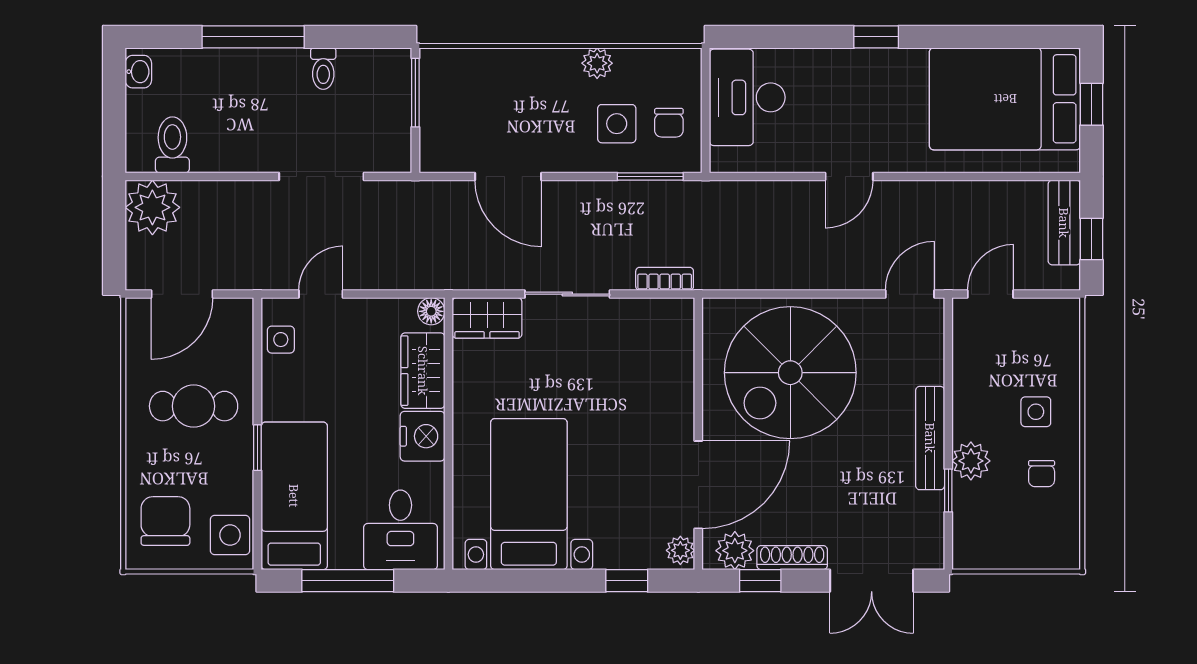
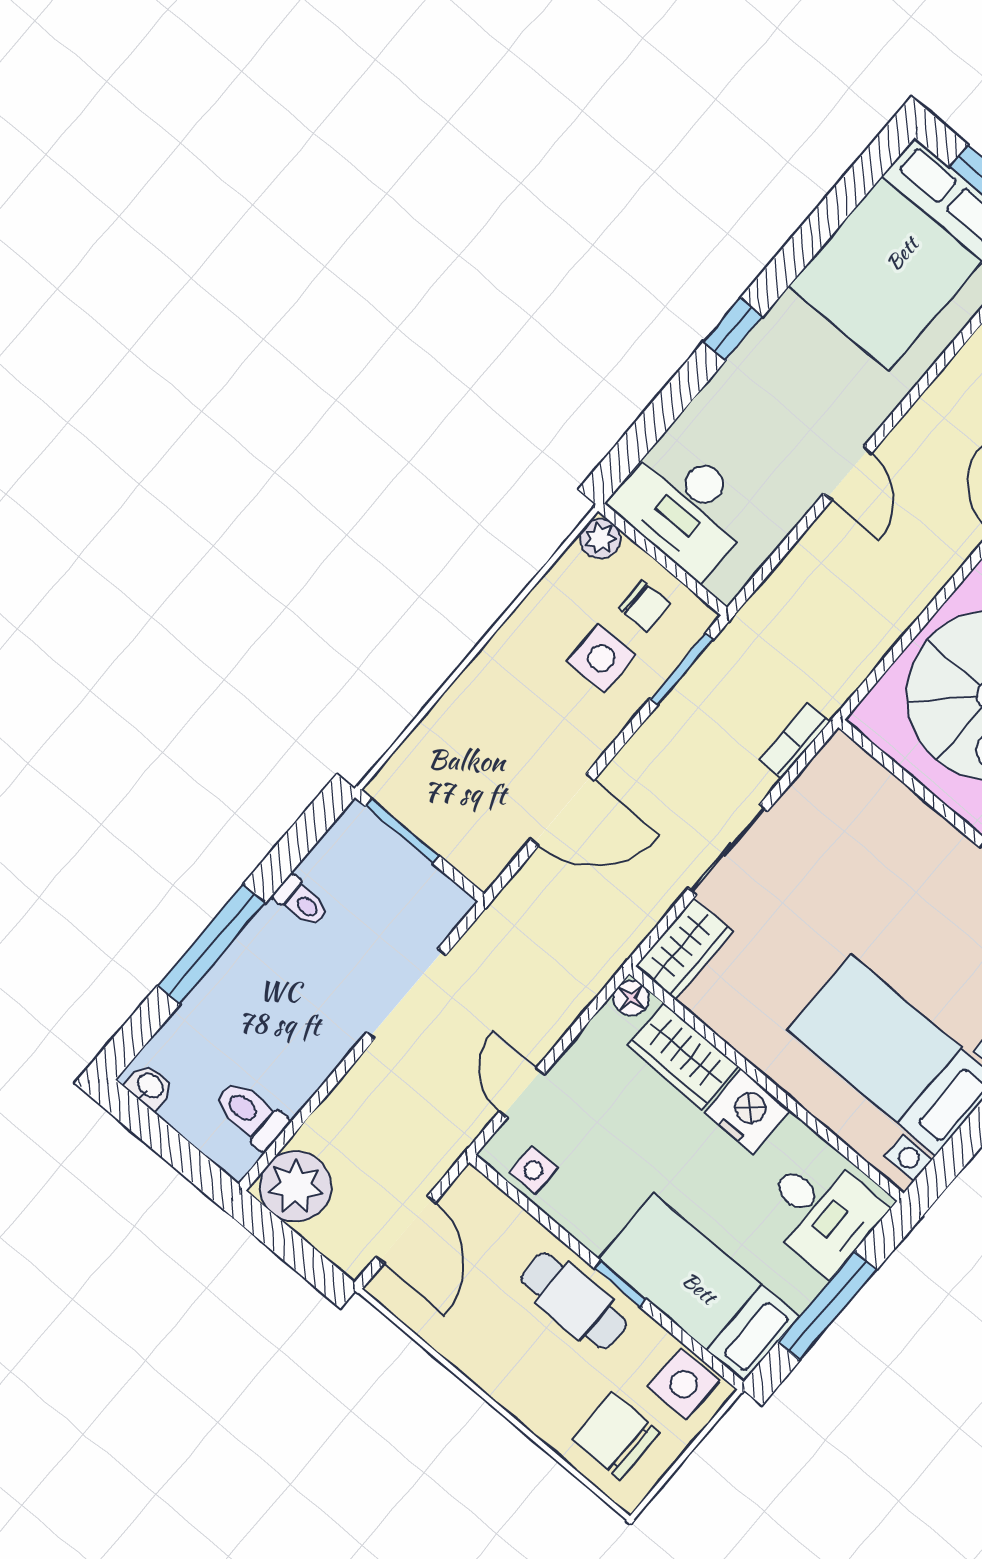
plant: (597, 63) -> (600, 539), moved
cafe table: (194, 406) -> (574, 1301), moved, turned 90

